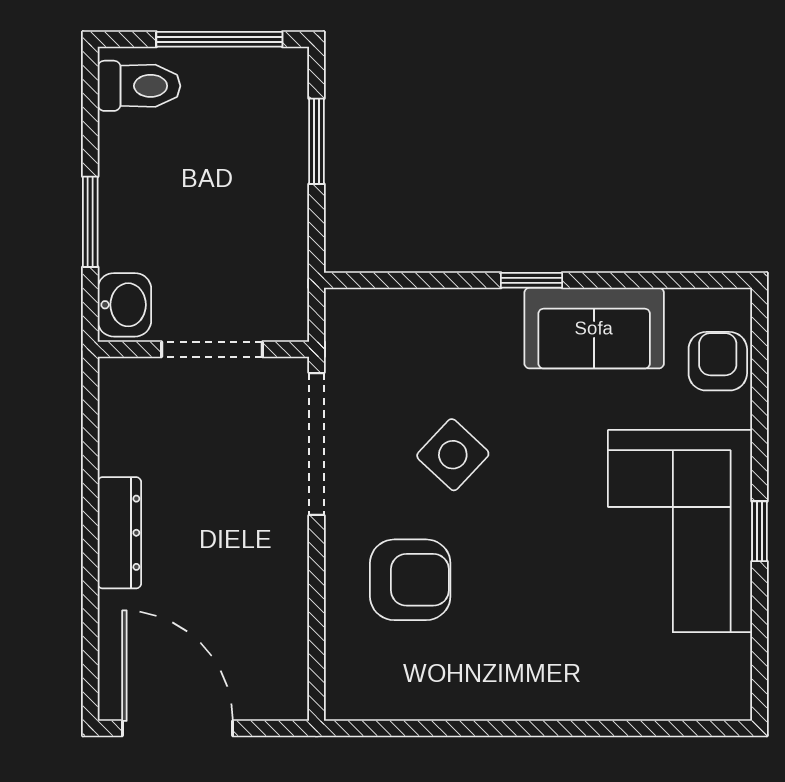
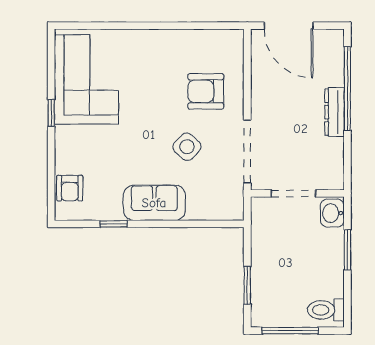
window: (531, 280) -> (114, 224), moved
sofa: (594, 328) -> (154, 203), moved
corner sofa: (680, 531) -> (86, 79), moved
window: (90, 586) -> (347, 89), added
door: (177, 728) -> (289, 26), moved

